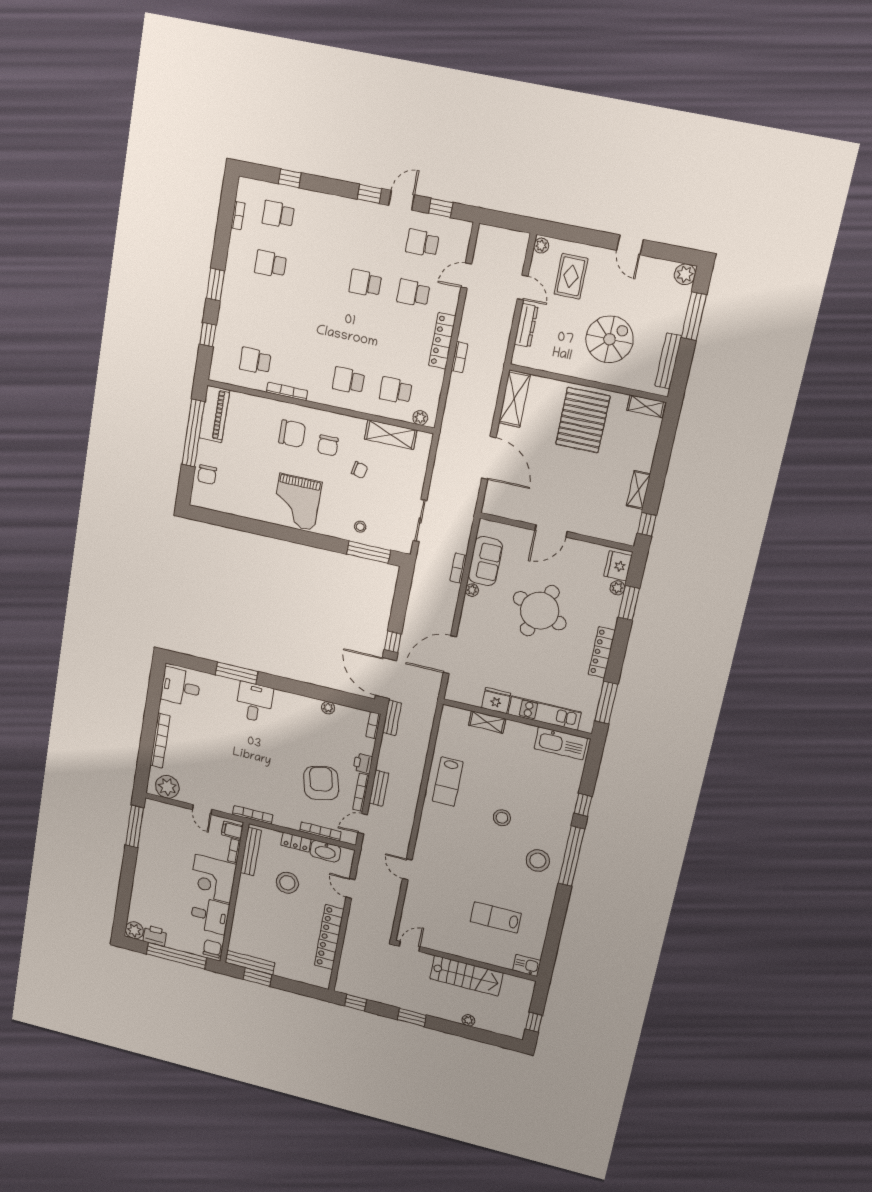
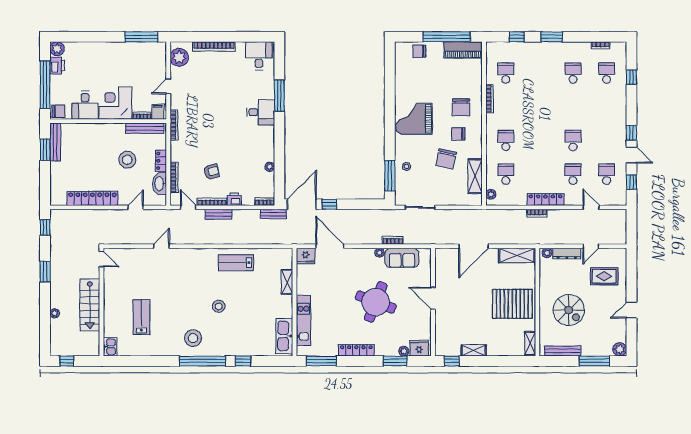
plant: (541, 246) -> (547, 253), moved
chair: (359, 470) -> (446, 159), width x1.87, depth x1.87
fridge: (496, 701) -> (306, 256), moved, turned 90
armchair: (321, 783) -> (211, 172), width x0.53, depth x0.53

